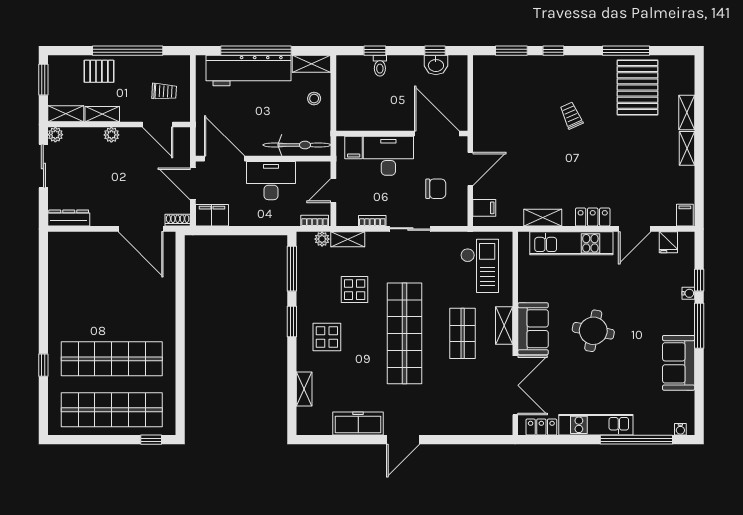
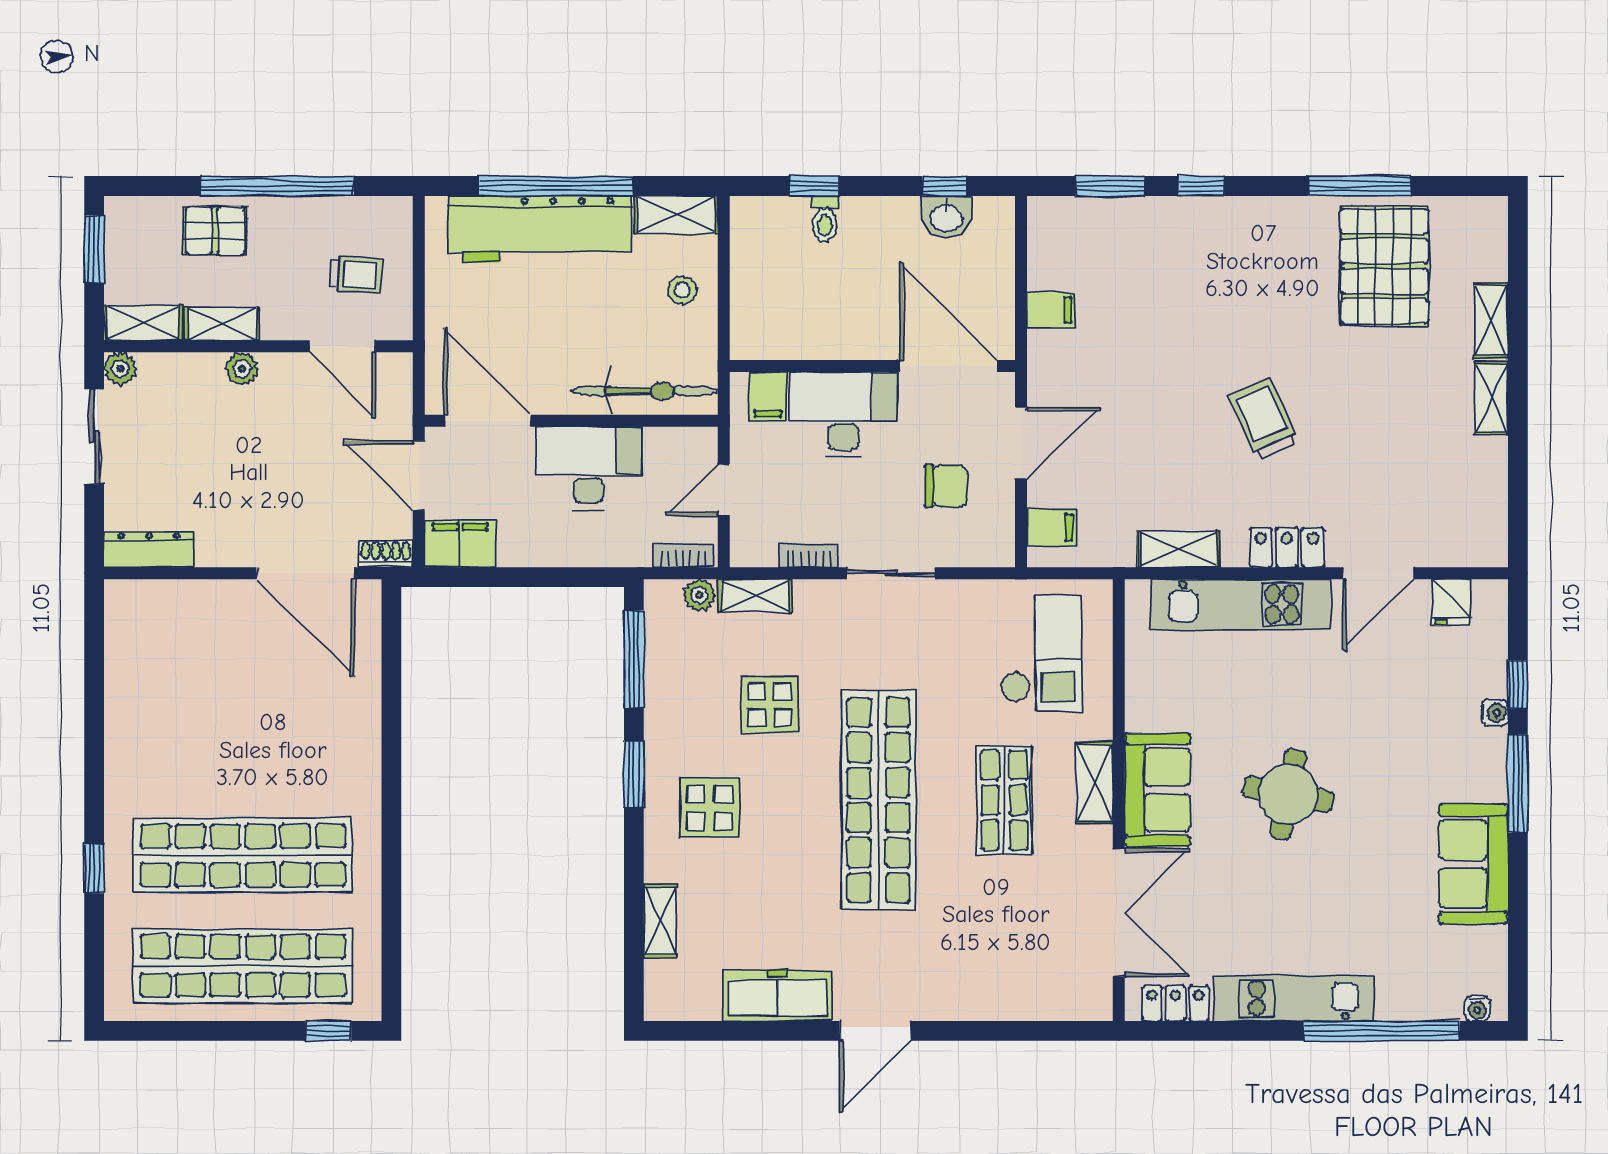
trolley: (571, 116) -> (1263, 419), moved, width x1.36, depth x1.39
filing cabinet: (685, 215) -> (1051, 310), moved, turned 90

